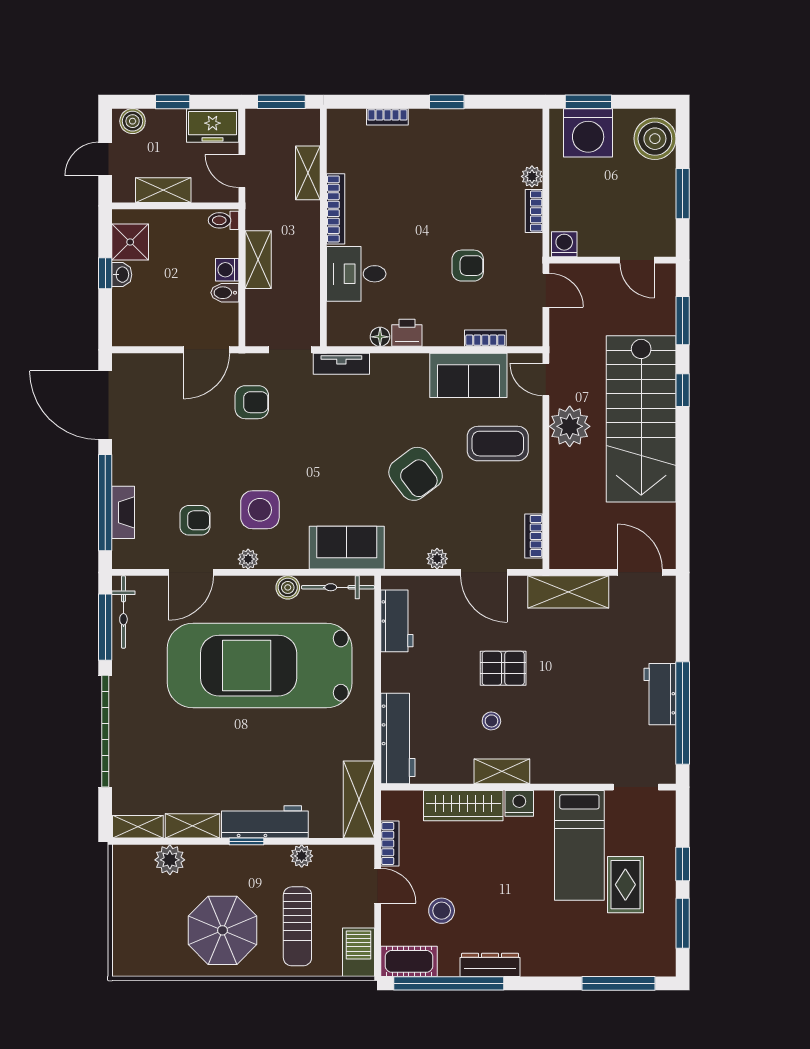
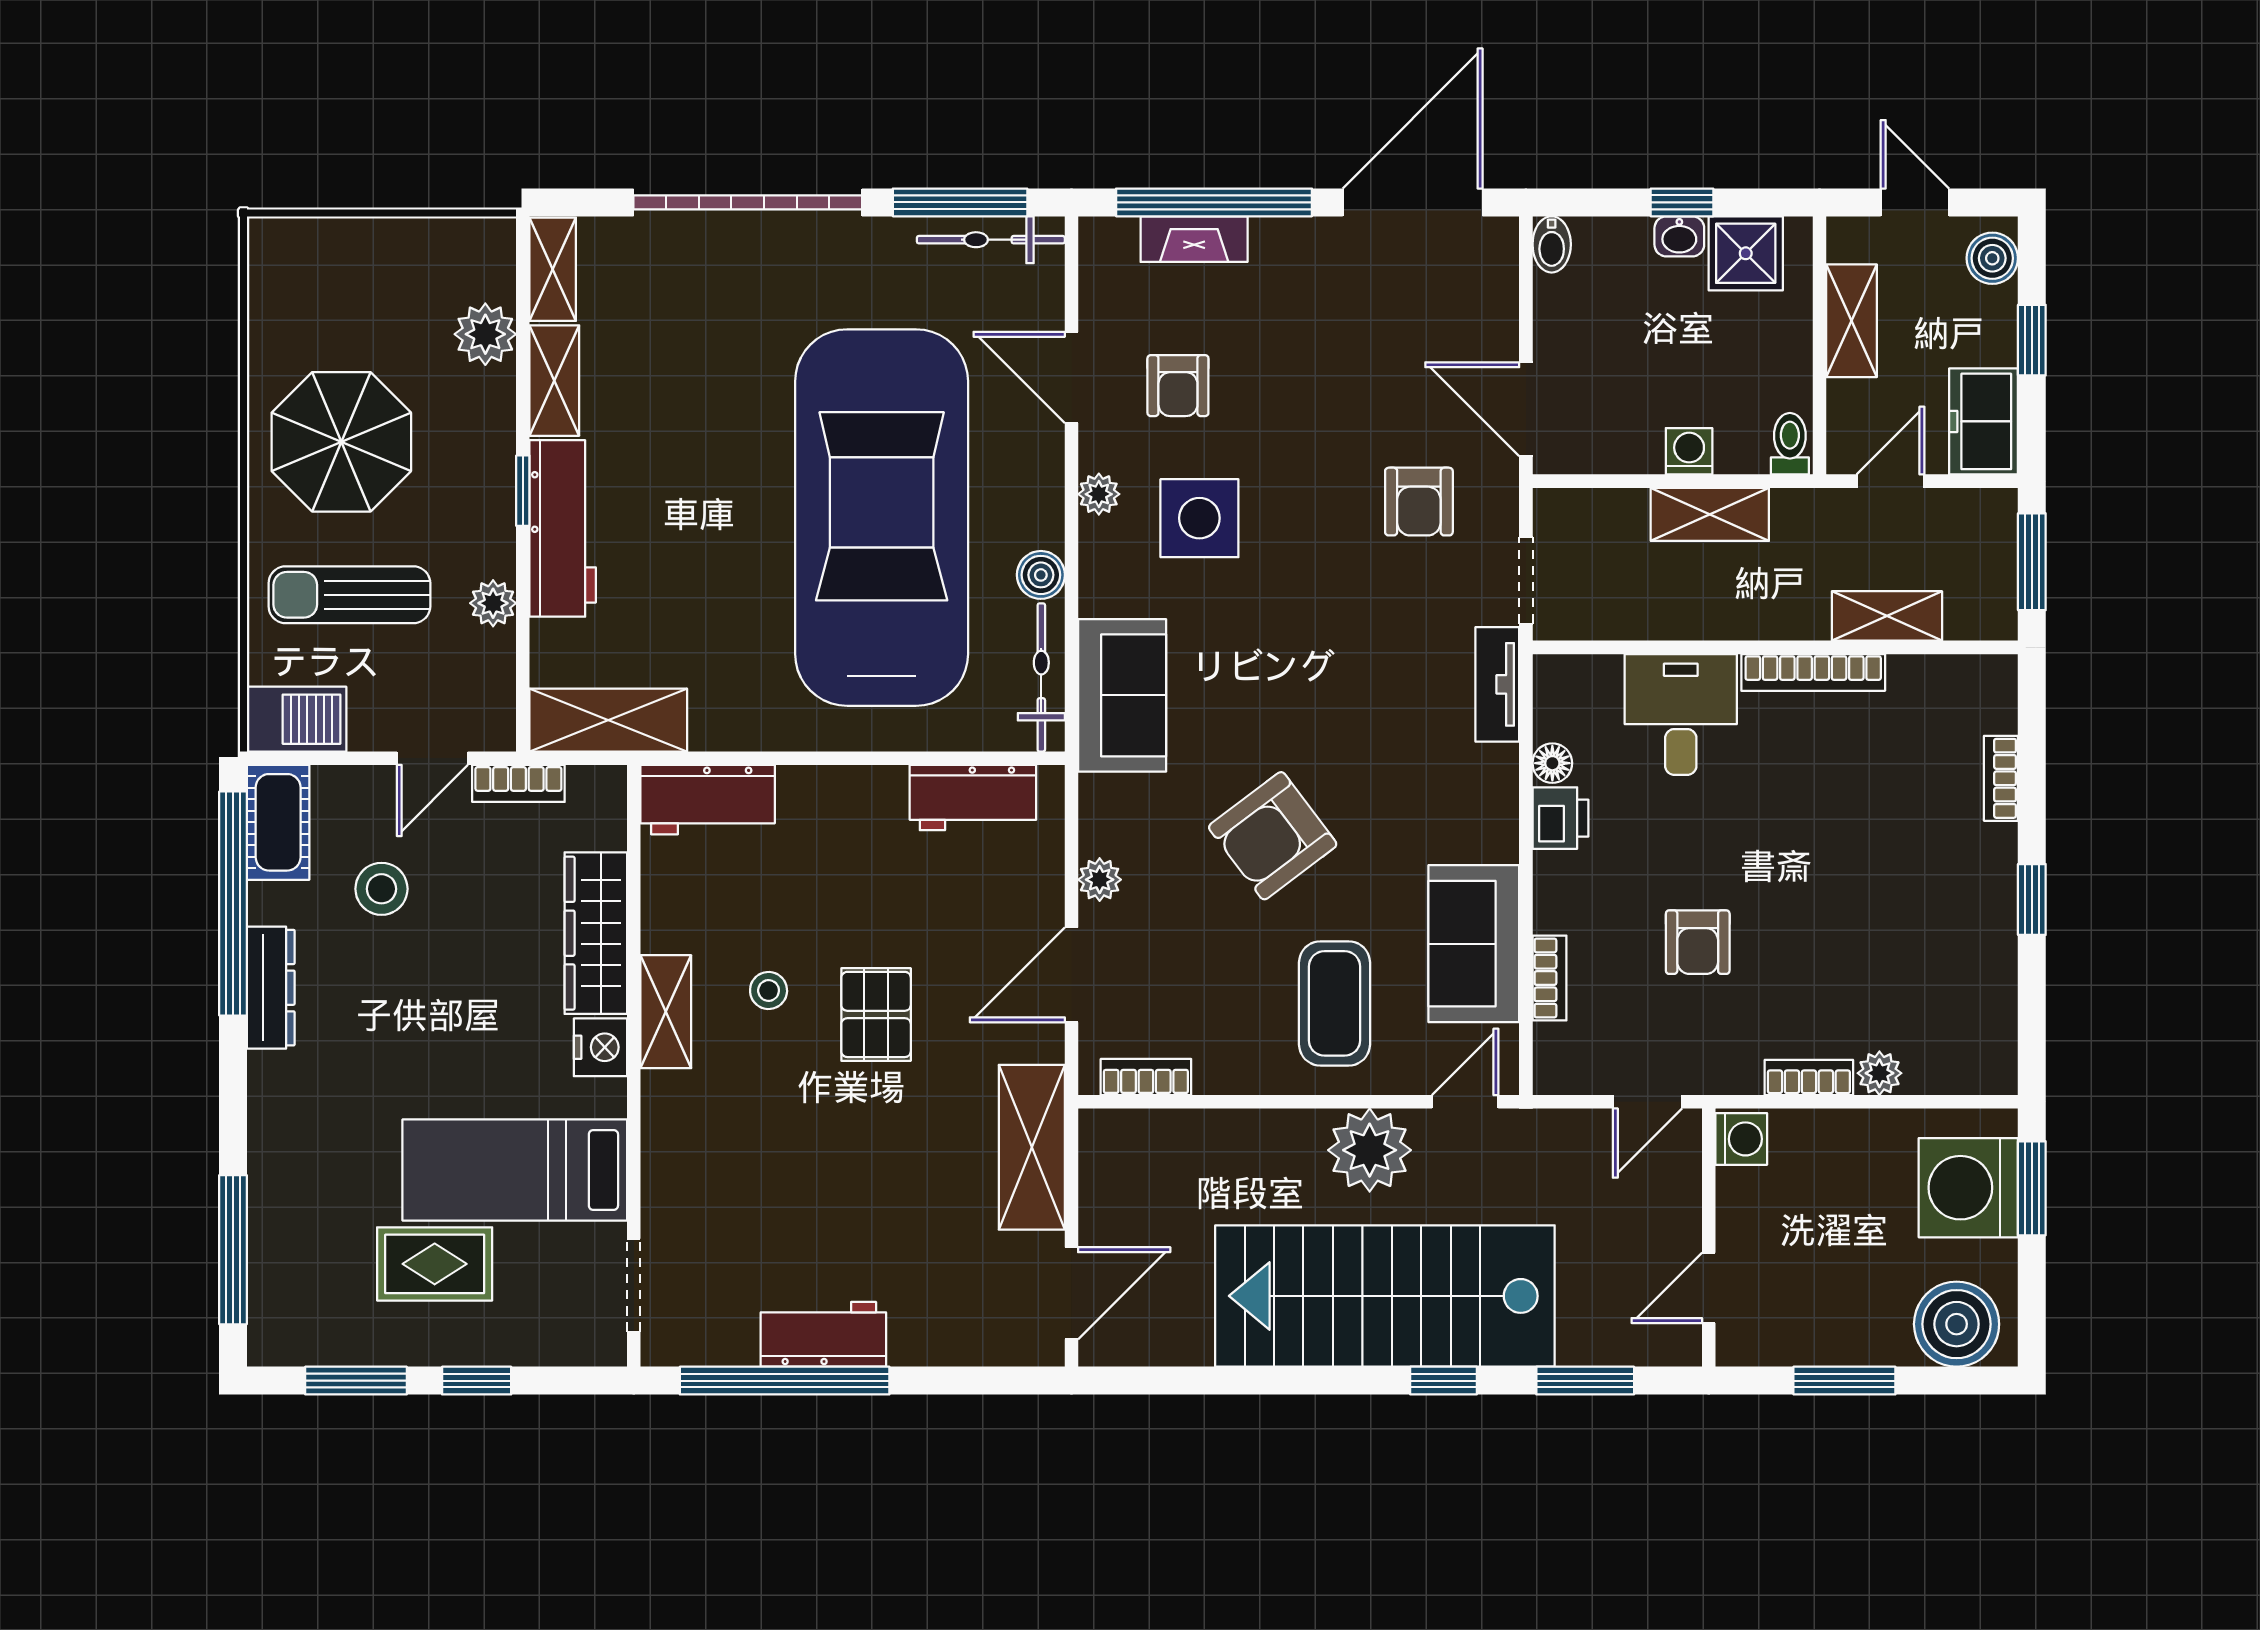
bidet: (225, 293) -> (1552, 244), moved, turned 180
workbench: (398, 738) -> (708, 800), width x0.73

